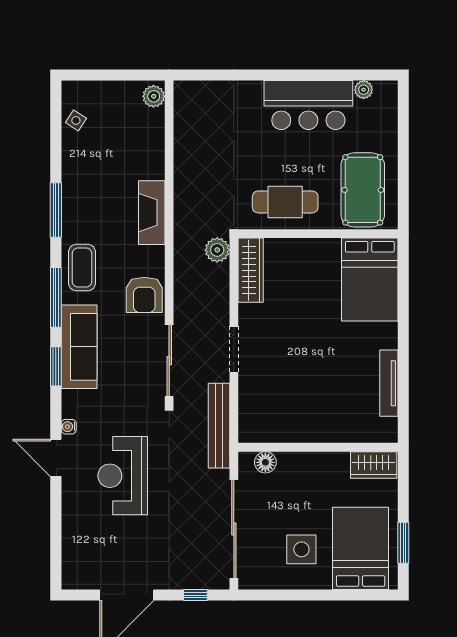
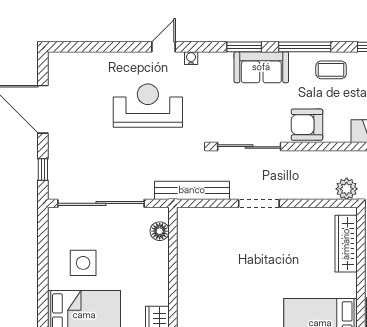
coffee table: (82, 268) -> (331, 70), width x0.73, depth x0.77
wardrobe: (251, 270) -> (346, 244), moved, turned 90
sofa: (79, 347) -> (261, 67), width x0.73
door: (56, 458) -> (164, 47), width x0.73

